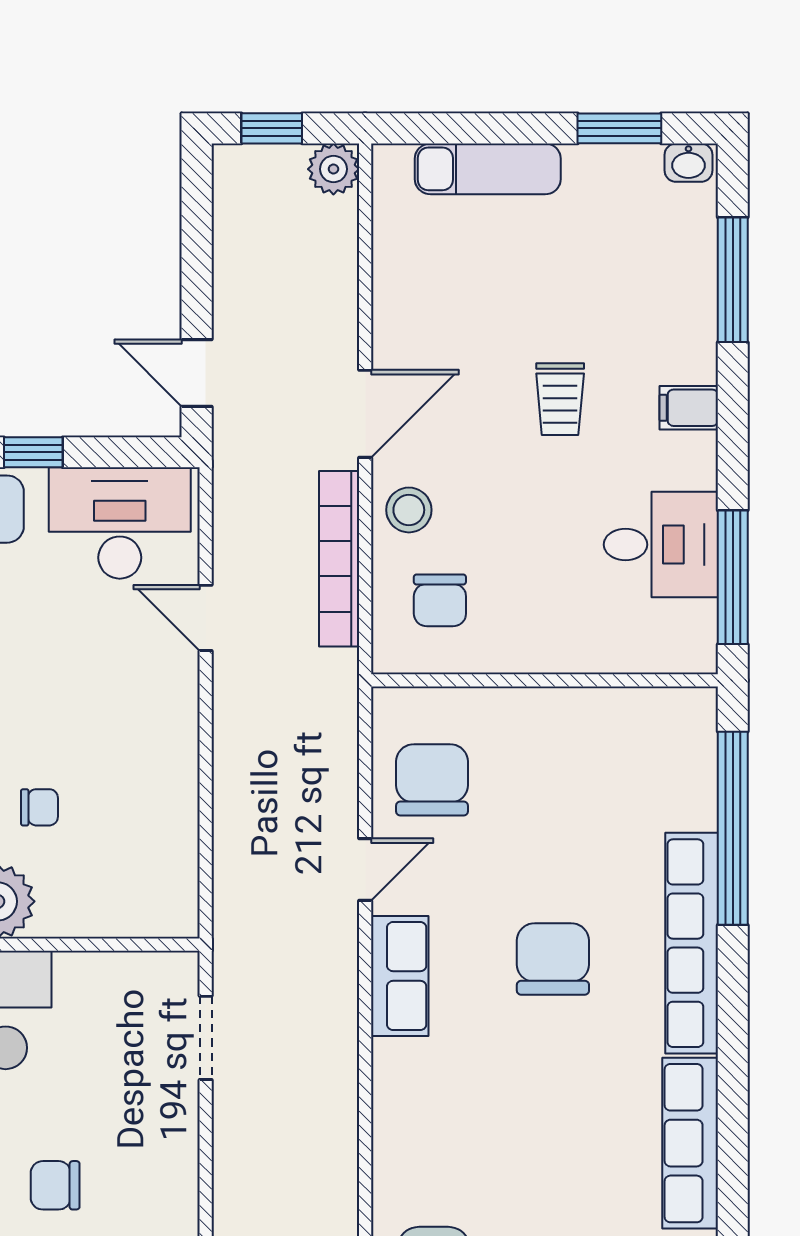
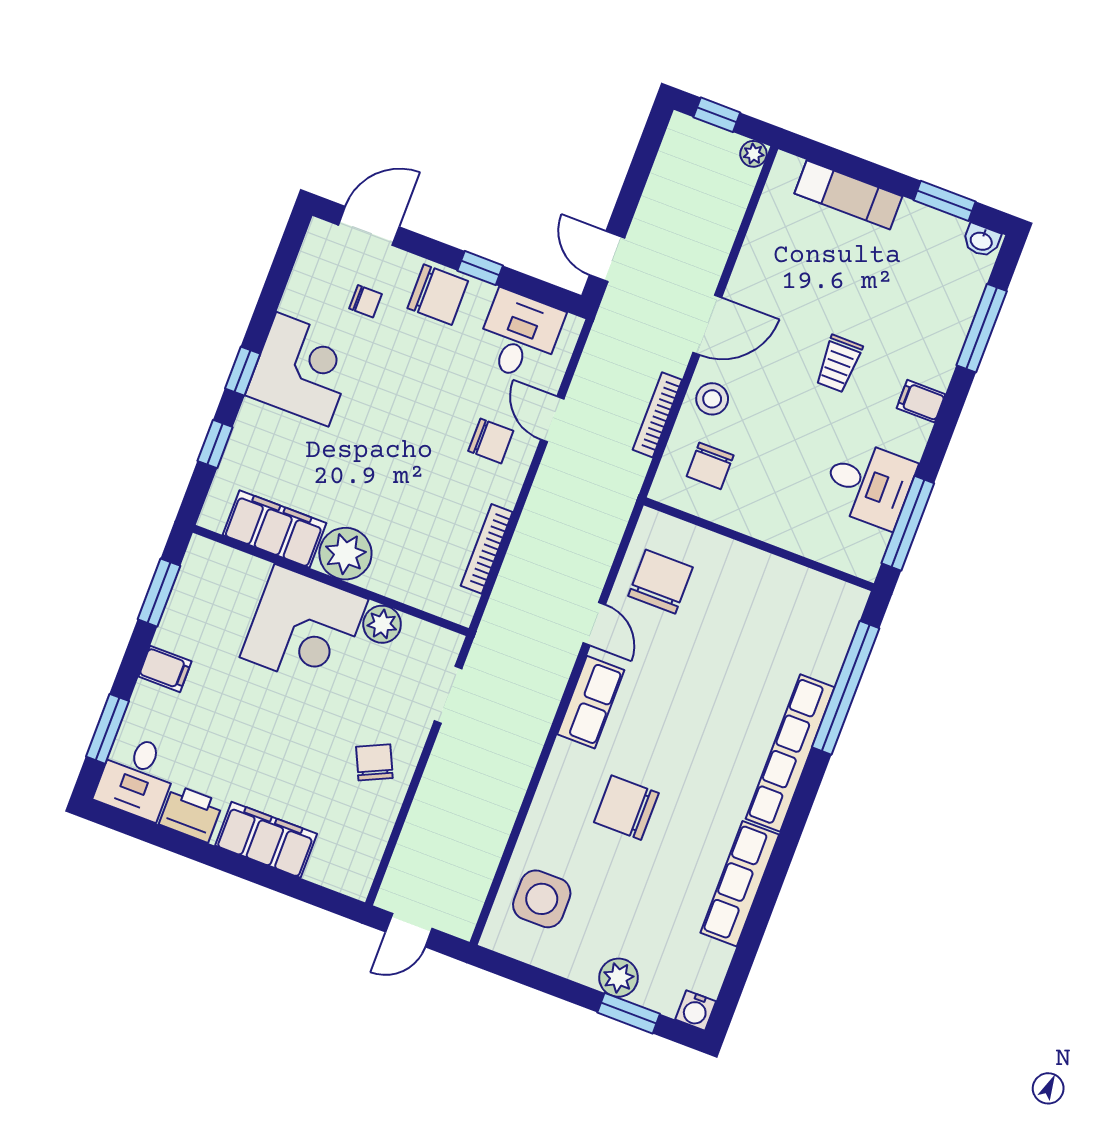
plant: (333, 169) -> (753, 154), width x0.73, depth x0.73
desk: (120, 523) -> (519, 336), width x0.73
bookcase: (339, 559) -> (657, 415), width x0.68, depth x0.76
chair: (39, 807) -> (491, 441), moved, width x1.37, depth x1.37
bookcase: (184, 824) -> (487, 549), added
door: (365, 870) -> (594, 624), hinge flipped
chair: (553, 959) -> (626, 808), moved, turned -90
plant: (82, 977) -> (382, 624), added
chair: (55, 1185) -> (374, 762), moved, turned 65

